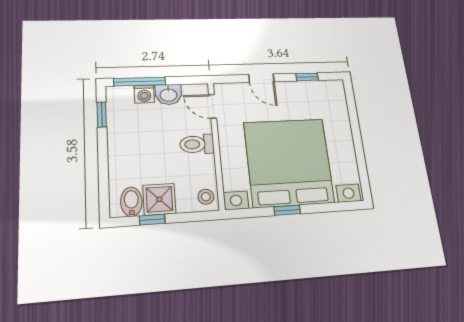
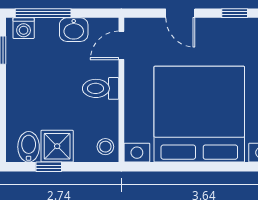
washing machine: (144, 94) -> (24, 28), moved
door: (213, 106) -> (121, 45), hinge flipped
window: (287, 210) -> (191, 167), removed

